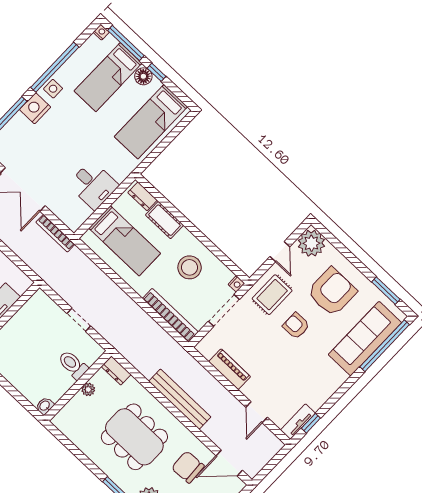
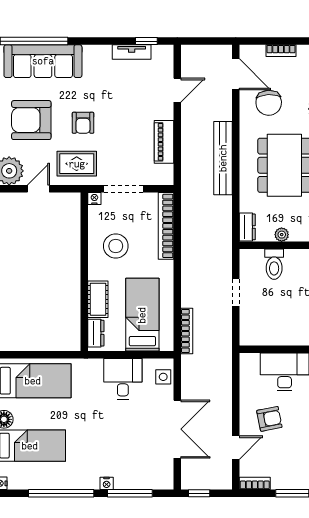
side table: (53, 89) -> (163, 377), moved
nightstand: (35, 108) -> (107, 483), width x0.53, depth x0.56
bookcase: (55, 233) -> (187, 331), moved
tv unit: (298, 422) -> (132, 52), moved

